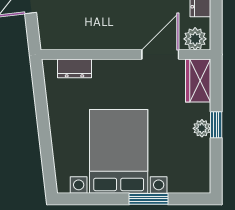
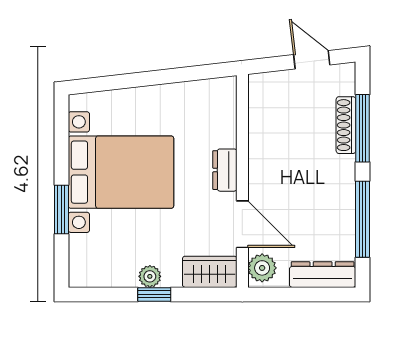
dresser: (74, 68) -> (225, 170), moved

